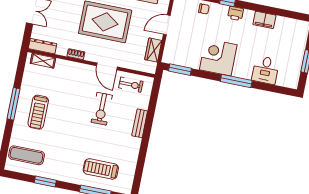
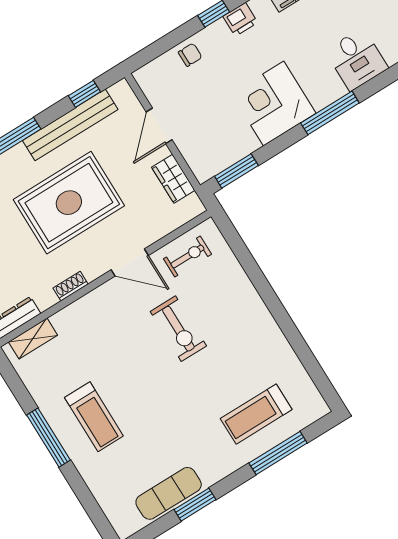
bench: (140, 123) -> (251, 299), removed
exercise mat: (26, 155) -> (169, 493), moved

